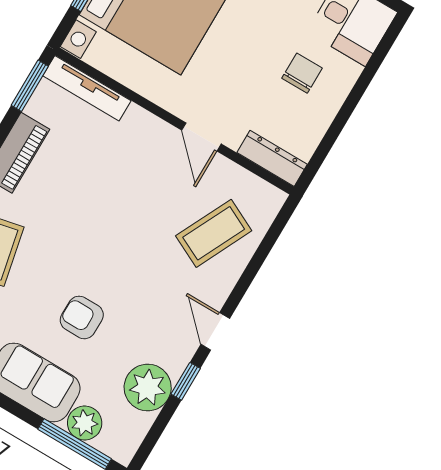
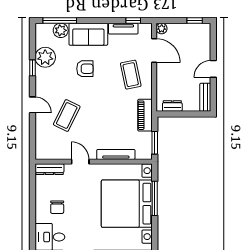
tv unit: (87, 88) -> (116, 154), moved
coffee table: (214, 233) -> (67, 115), moved
door: (215, 331) -> (33, 105), moved

